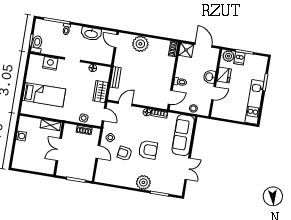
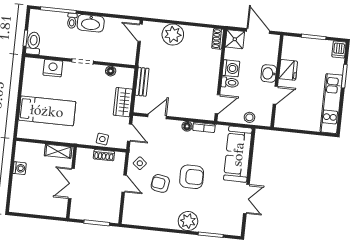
washbasin: (91, 34) -> (91, 23), moved
plant: (228, 56) -> (293, 44), removed
dishwasher: (239, 58) -> (339, 49), moved
washing machine: (182, 71) -> (231, 68), added

